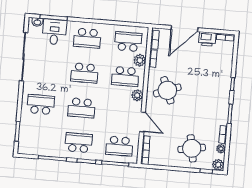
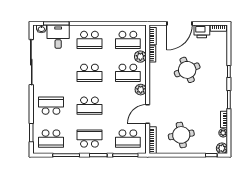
school desk: (128, 42) -> (128, 40), turned 180
round table: (167, 90) -> (187, 70), moved
door: (142, 122) -> (148, 114), swing flipped
school desk: (38, 139) -> (51, 139), added
round table: (192, 148) -> (181, 135), moved

